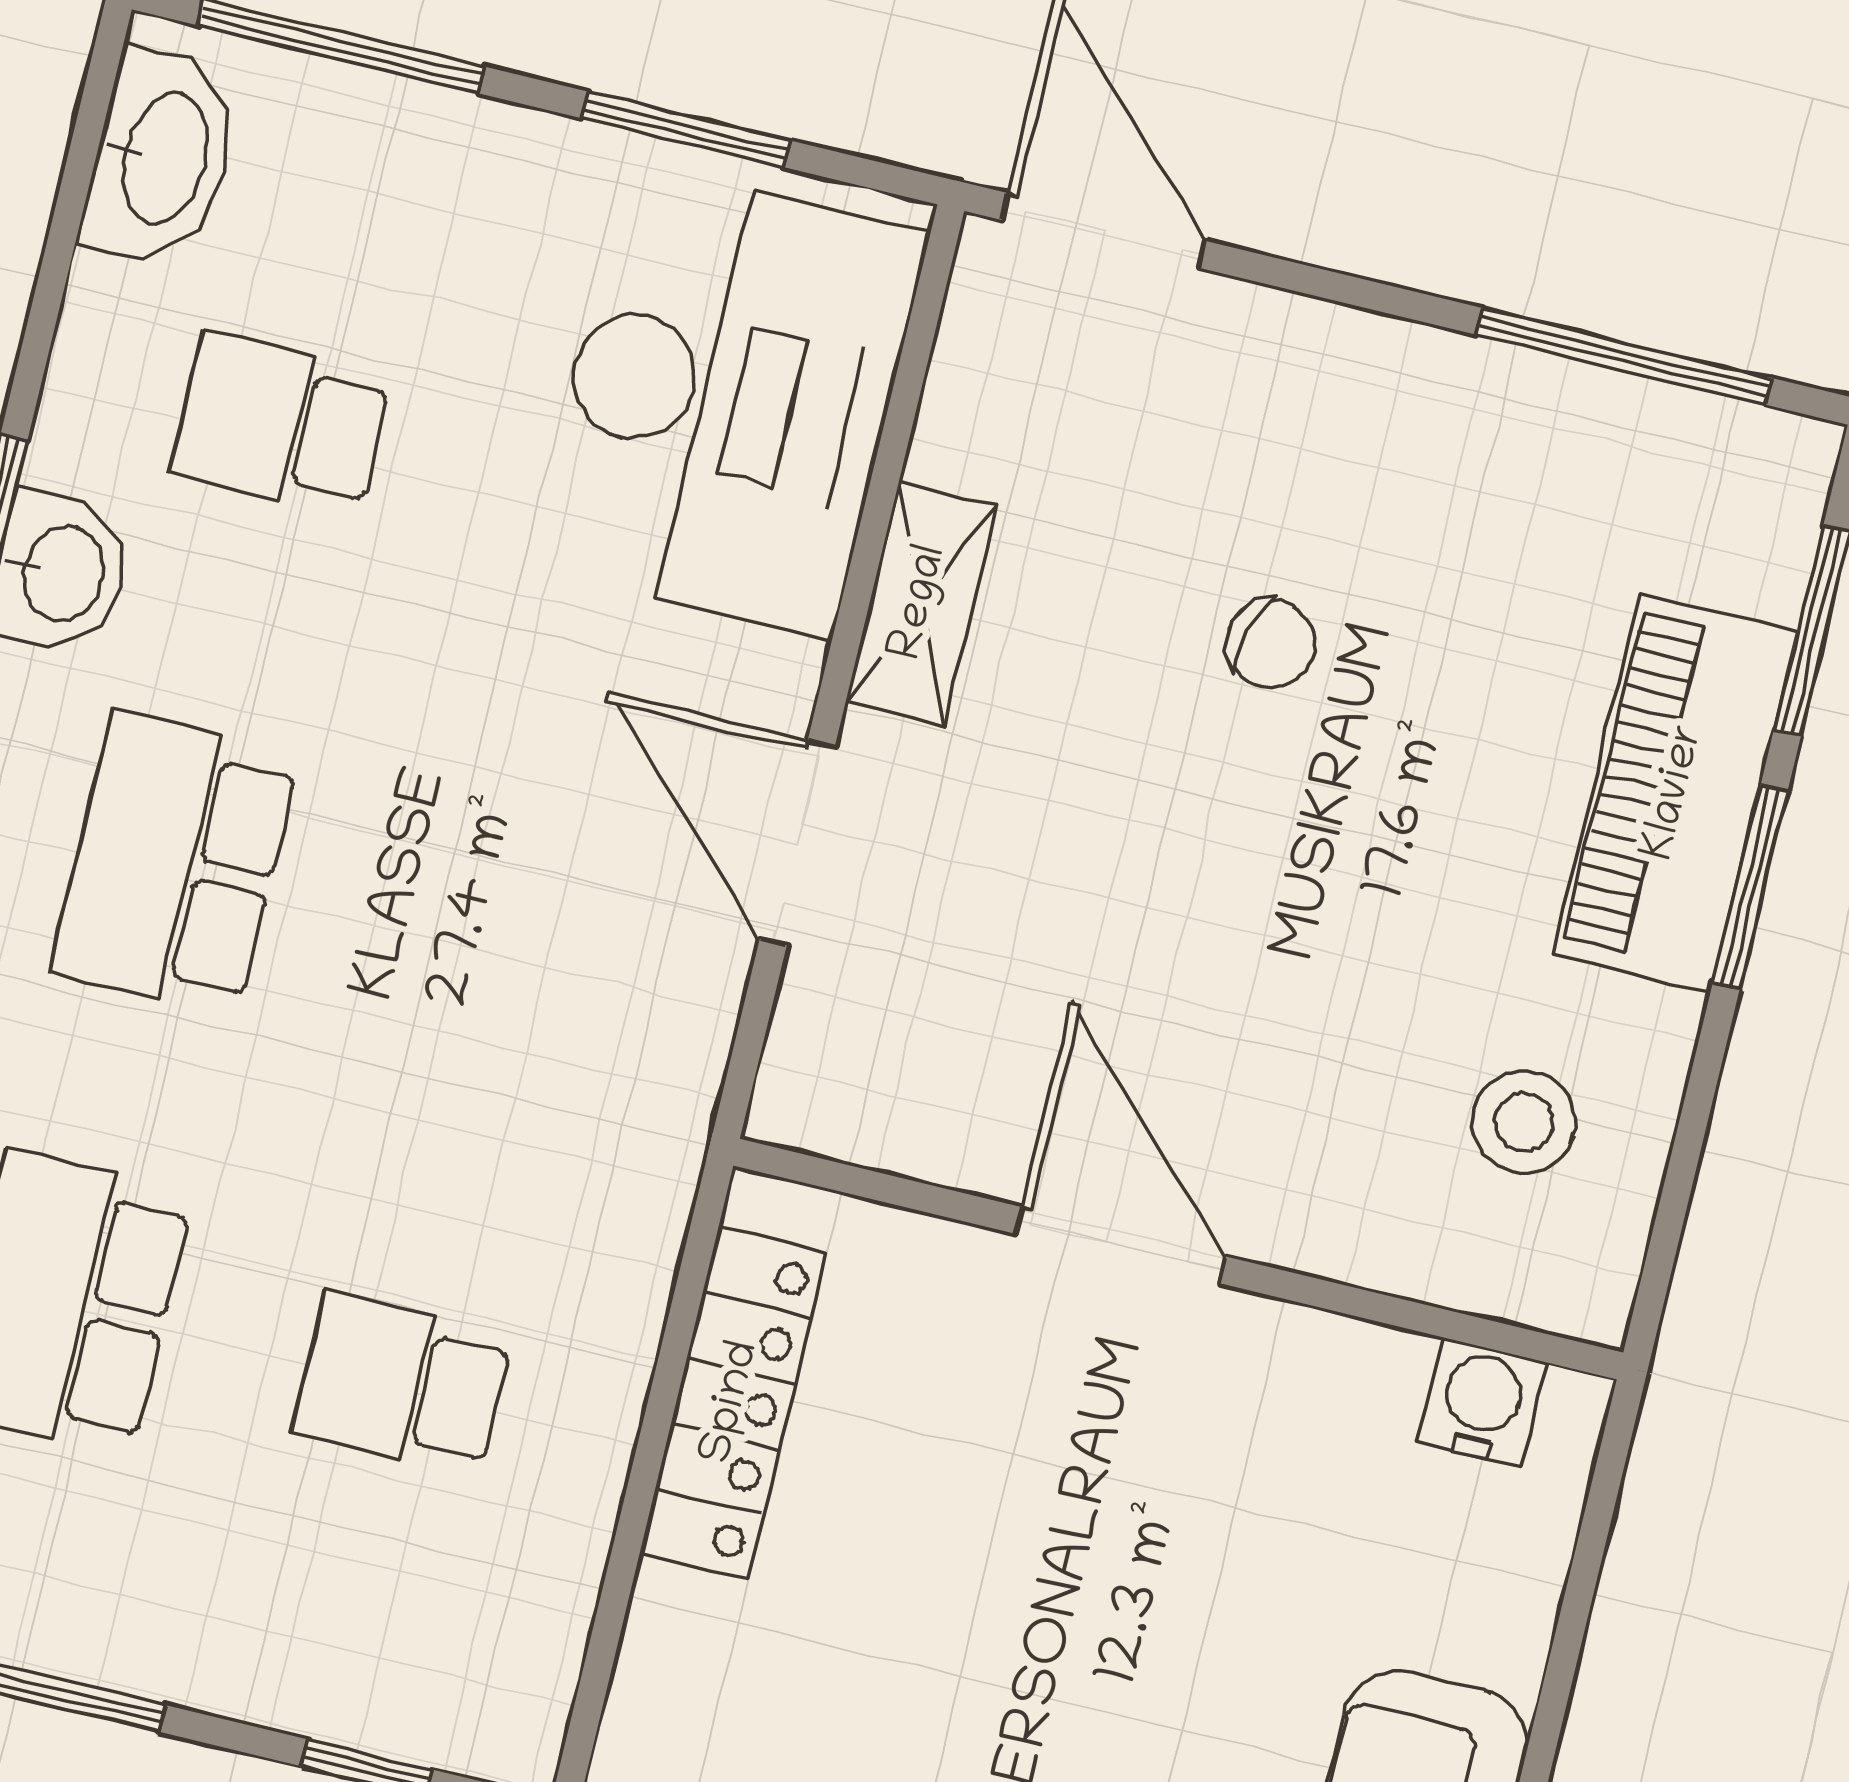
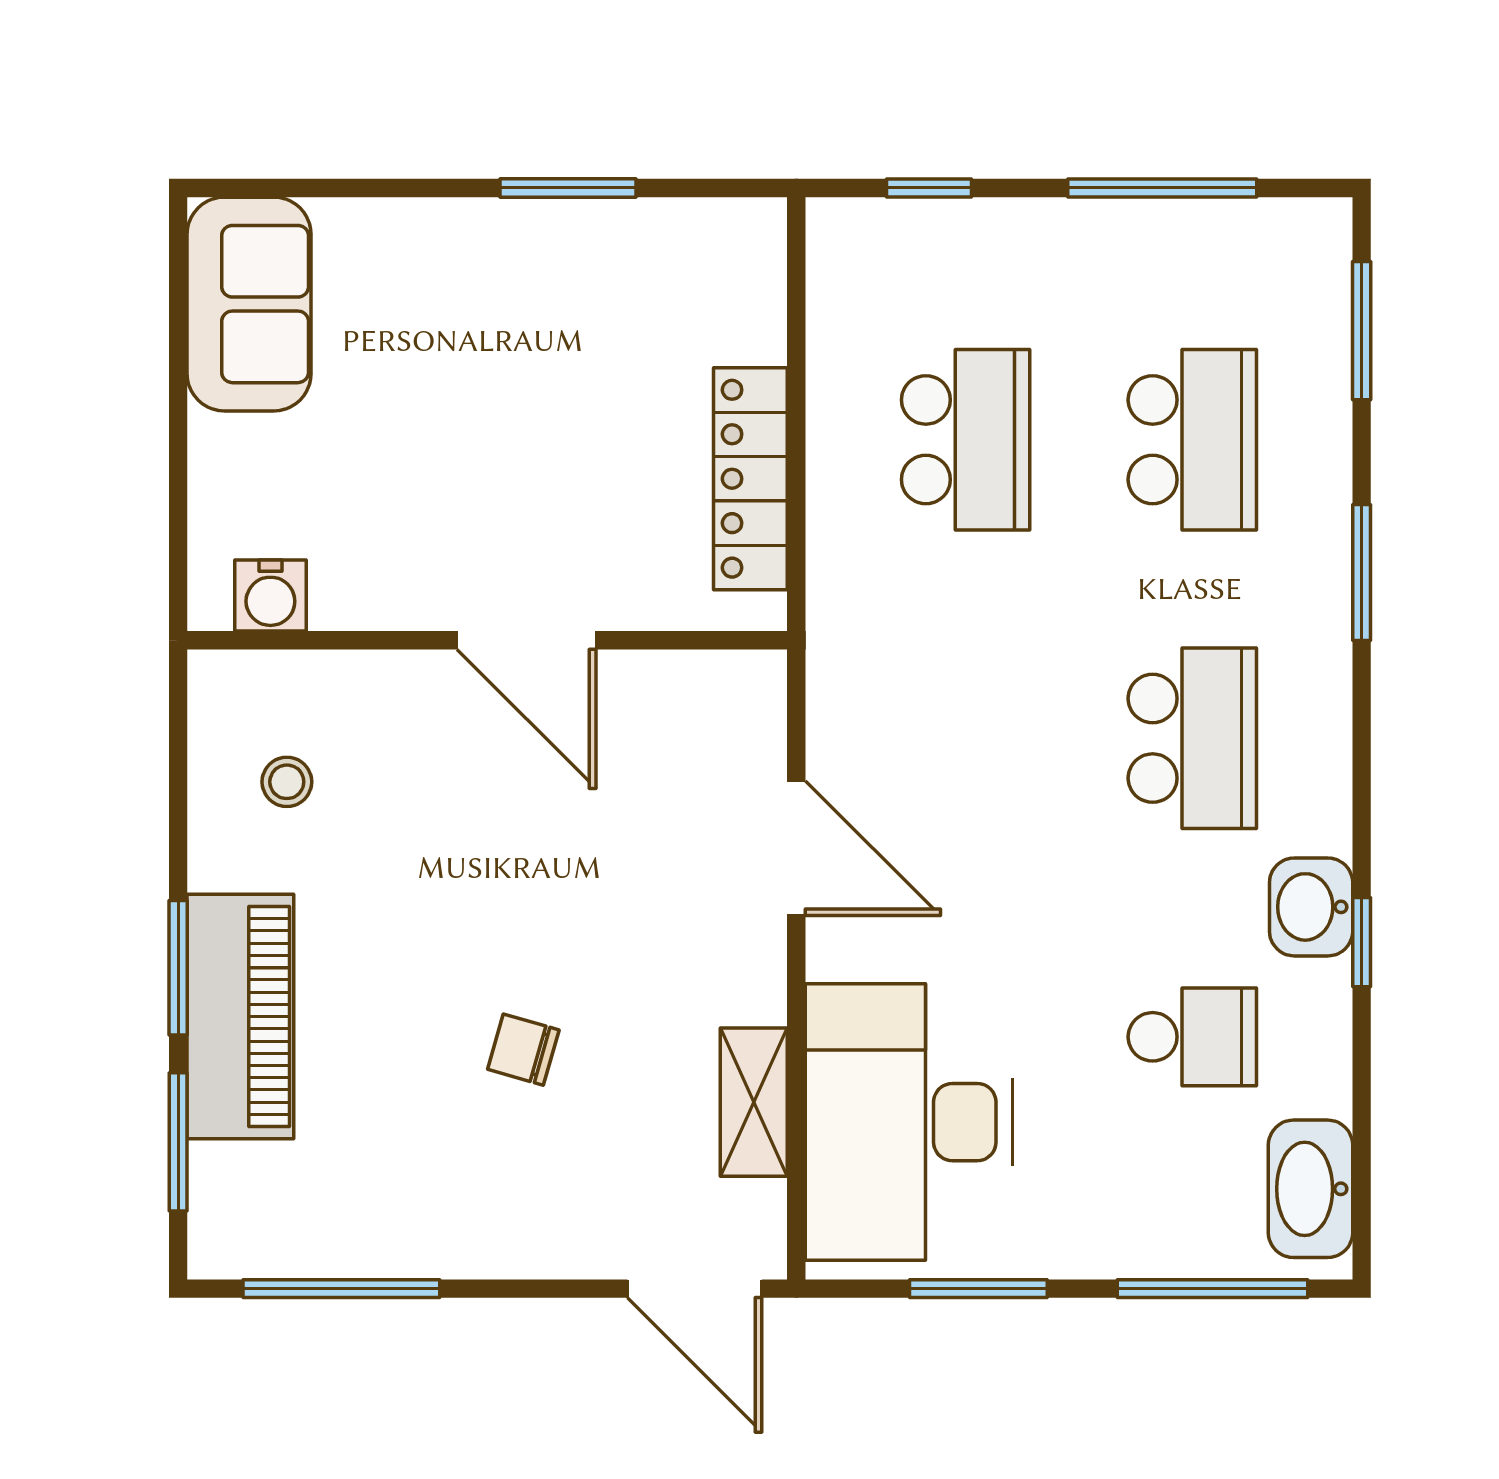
shelving: (921, 603) -> (754, 1102), moved
stool: (1524, 1122) -> (287, 782), width x0.73, depth x0.73
school desk: (402, 1384) -> (966, 440), width x1.85

